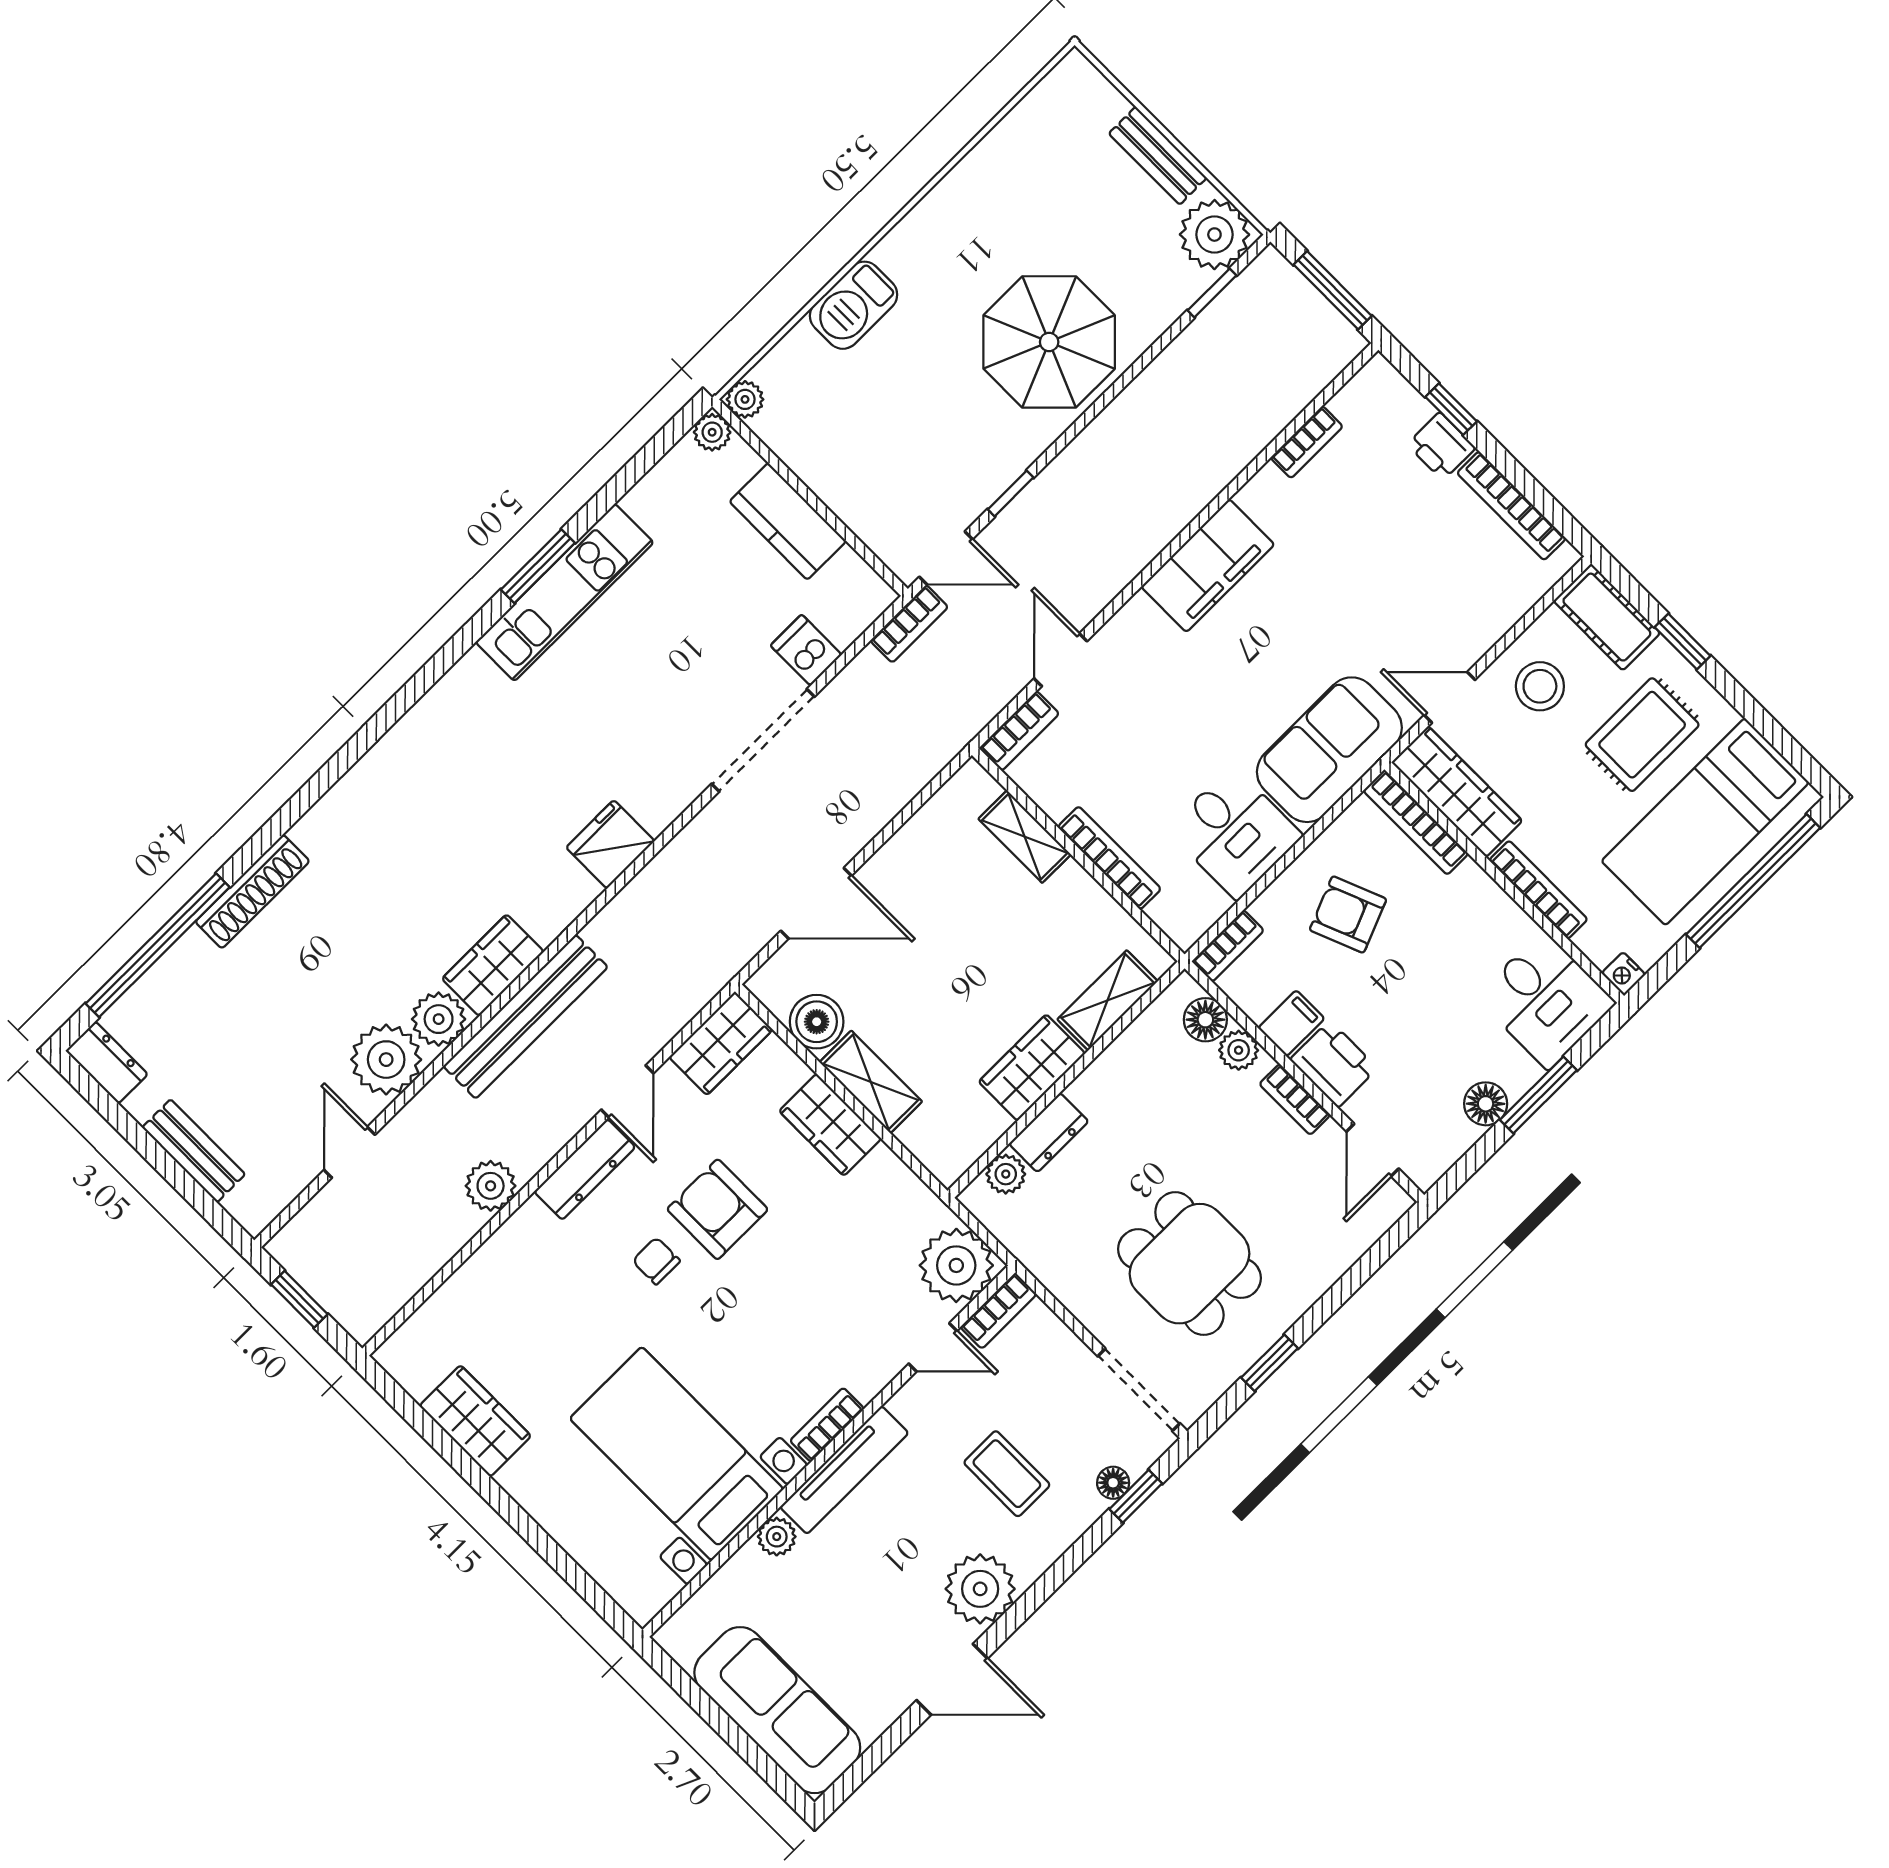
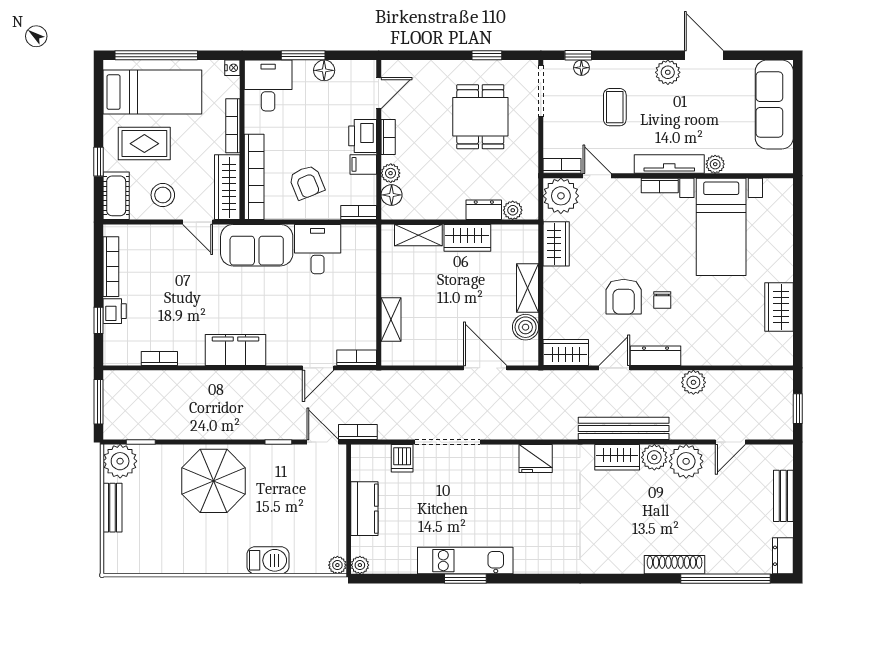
bookcase: (1416, 822) -> (254, 177), width x1.48, depth x1.31
bookcase: (1109, 858) -> (369, 283), removed
wardrobe: (830, 1125) -> (556, 244), moved
plant: (980, 1589) -> (668, 72), width x0.73, depth x0.73

